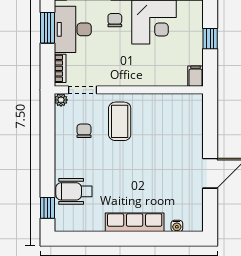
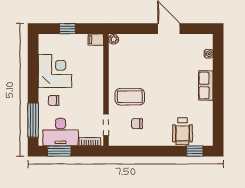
plant: (61, 100) -> (114, 39), moved
row of seats: (135, 222) -> (206, 86), width x0.68

